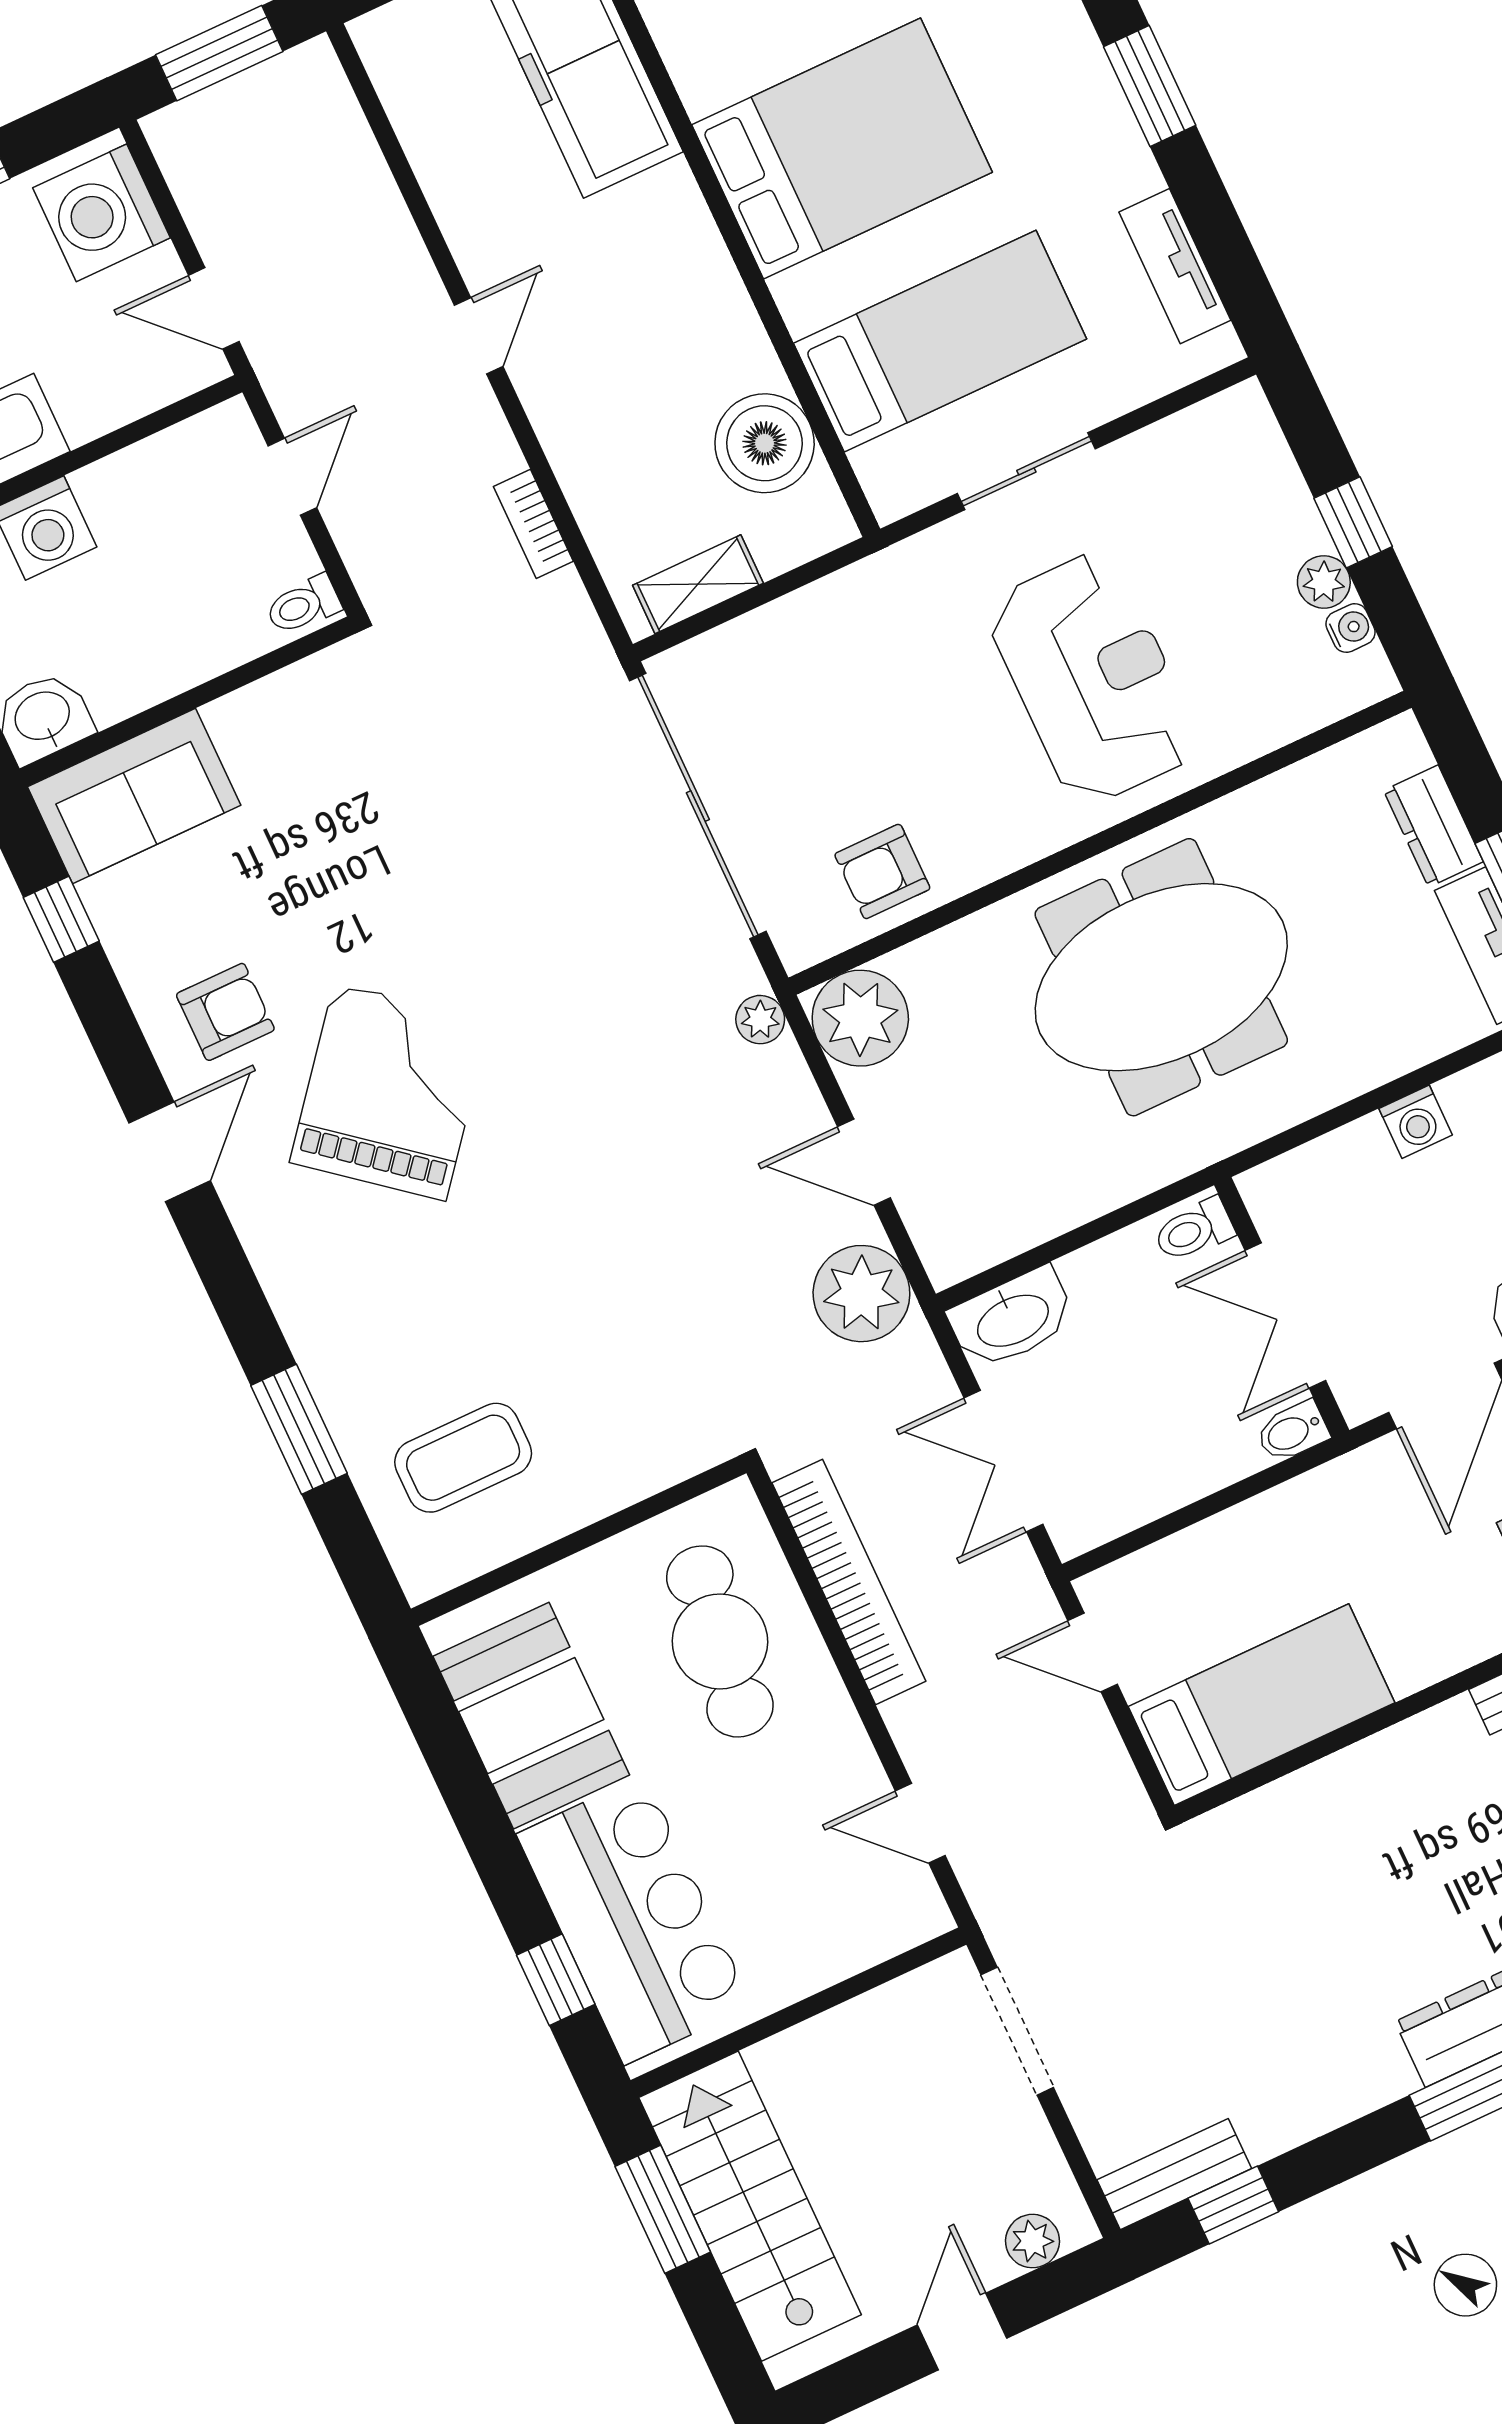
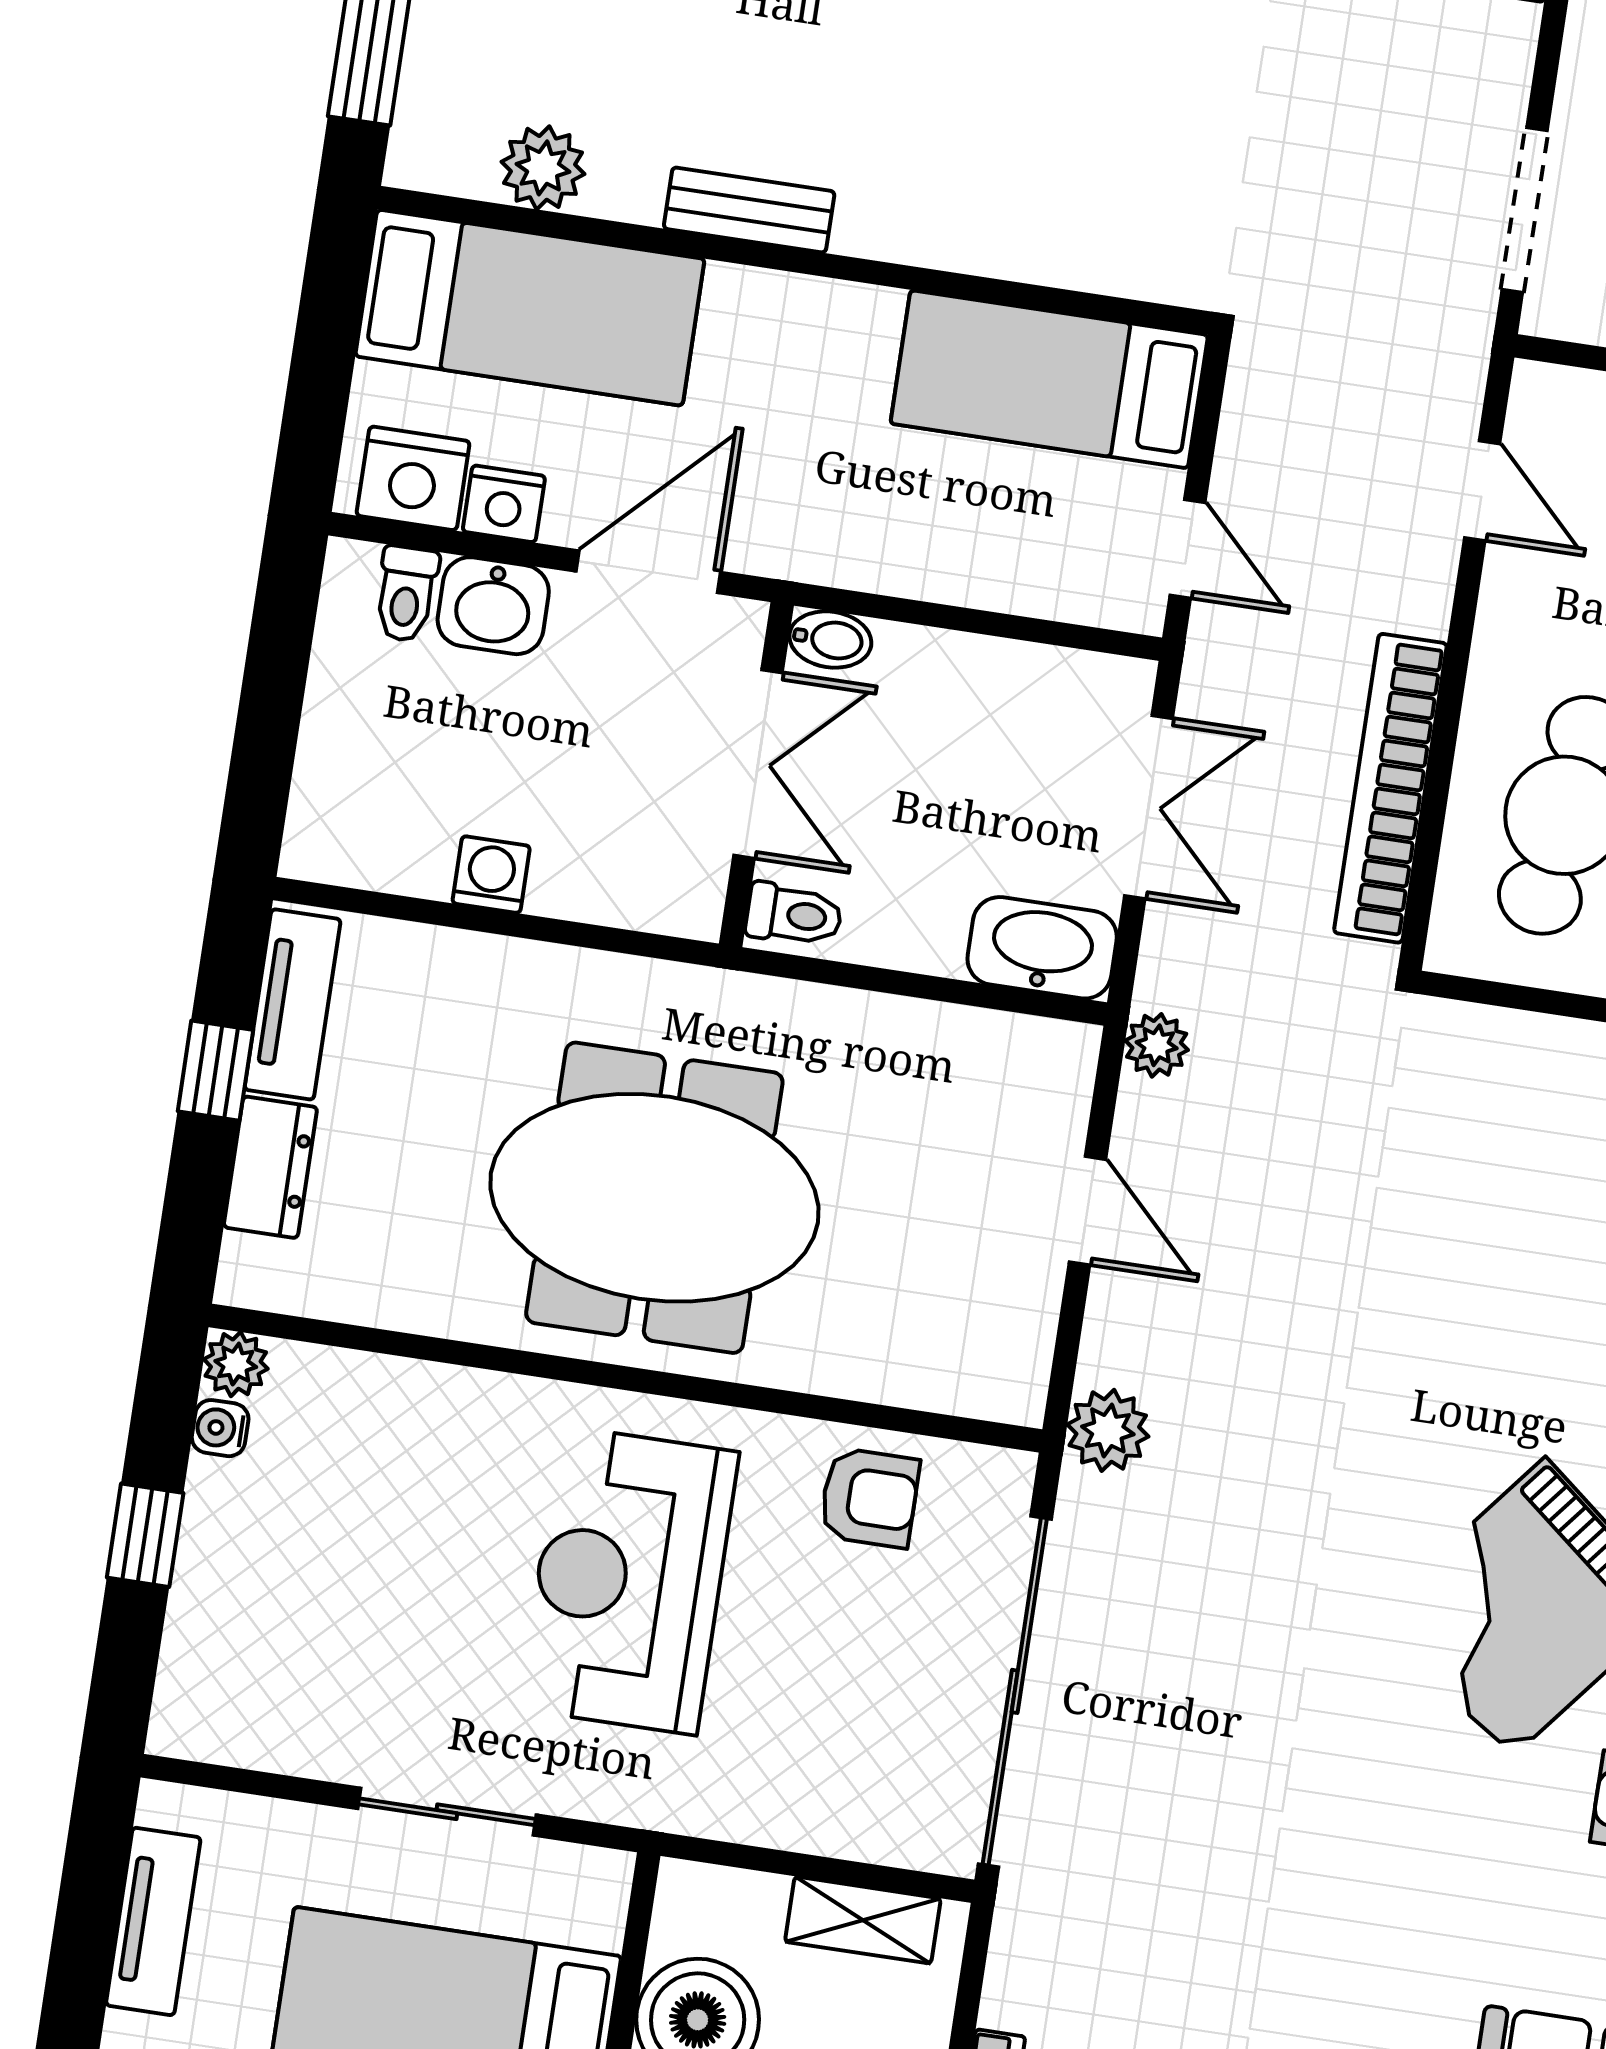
plant: (1324, 582) -> (236, 1364), moved
reception desk: (1093, 678) -> (629, 1580), moved
plant: (860, 1018) -> (993, 1362), removed
plant: (760, 1020) -> (1108, 1430), width x1.38, depth x1.38
plant: (861, 1294) -> (1157, 1045), width x0.53, depth x0.53

